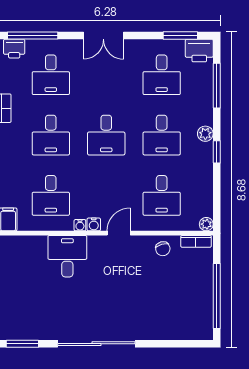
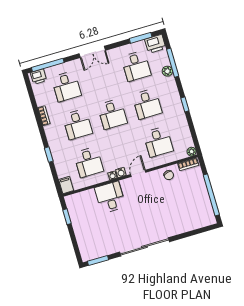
plant: (205, 134) -> (167, 71), moved

